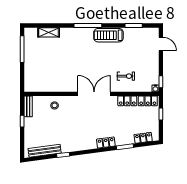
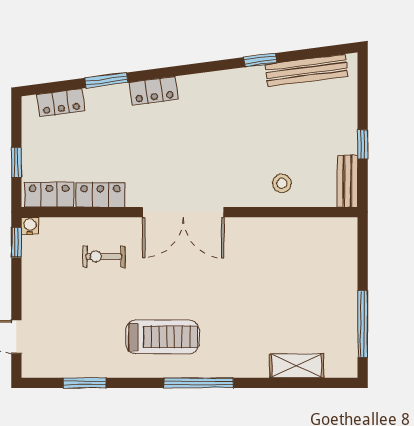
treadmill: (109, 35) -> (162, 337), moved

